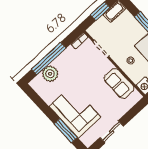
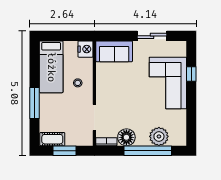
floor lamp: (70, 55) -> (126, 137), added
sofa: (119, 83) -> (114, 51), moved, turned 90
window: (66, 131) -> (191, 74), width x0.46

